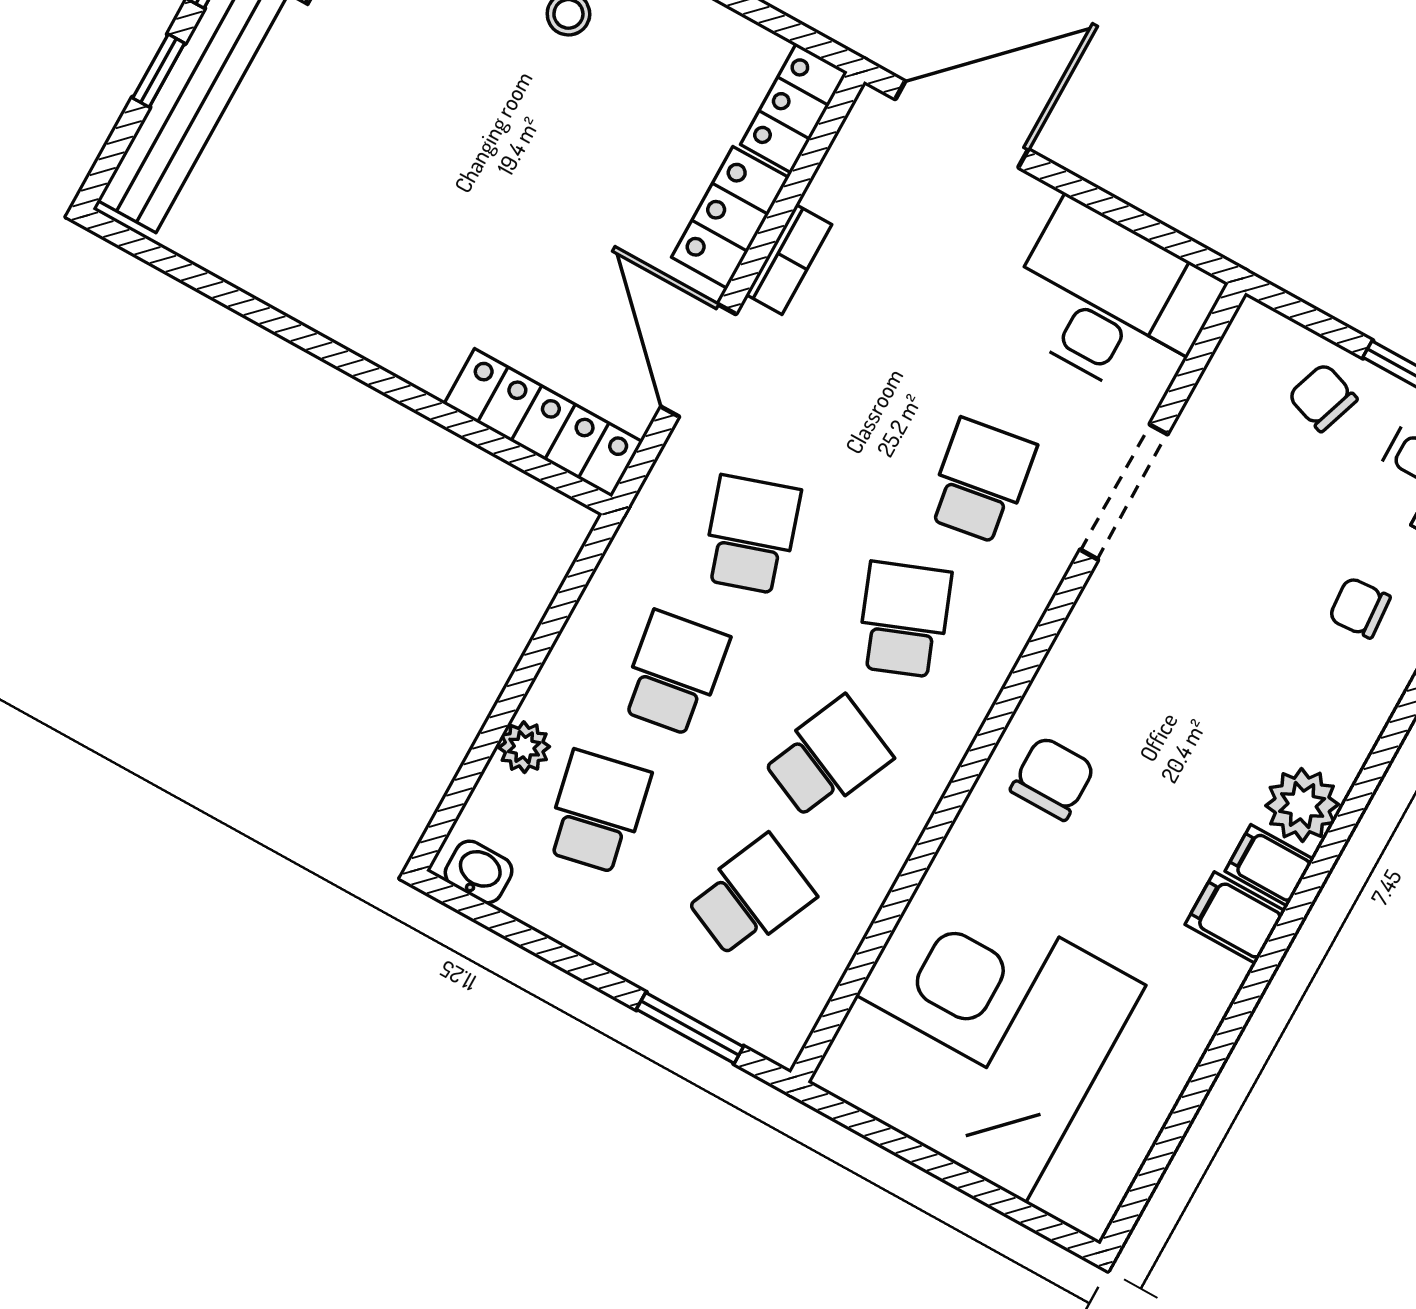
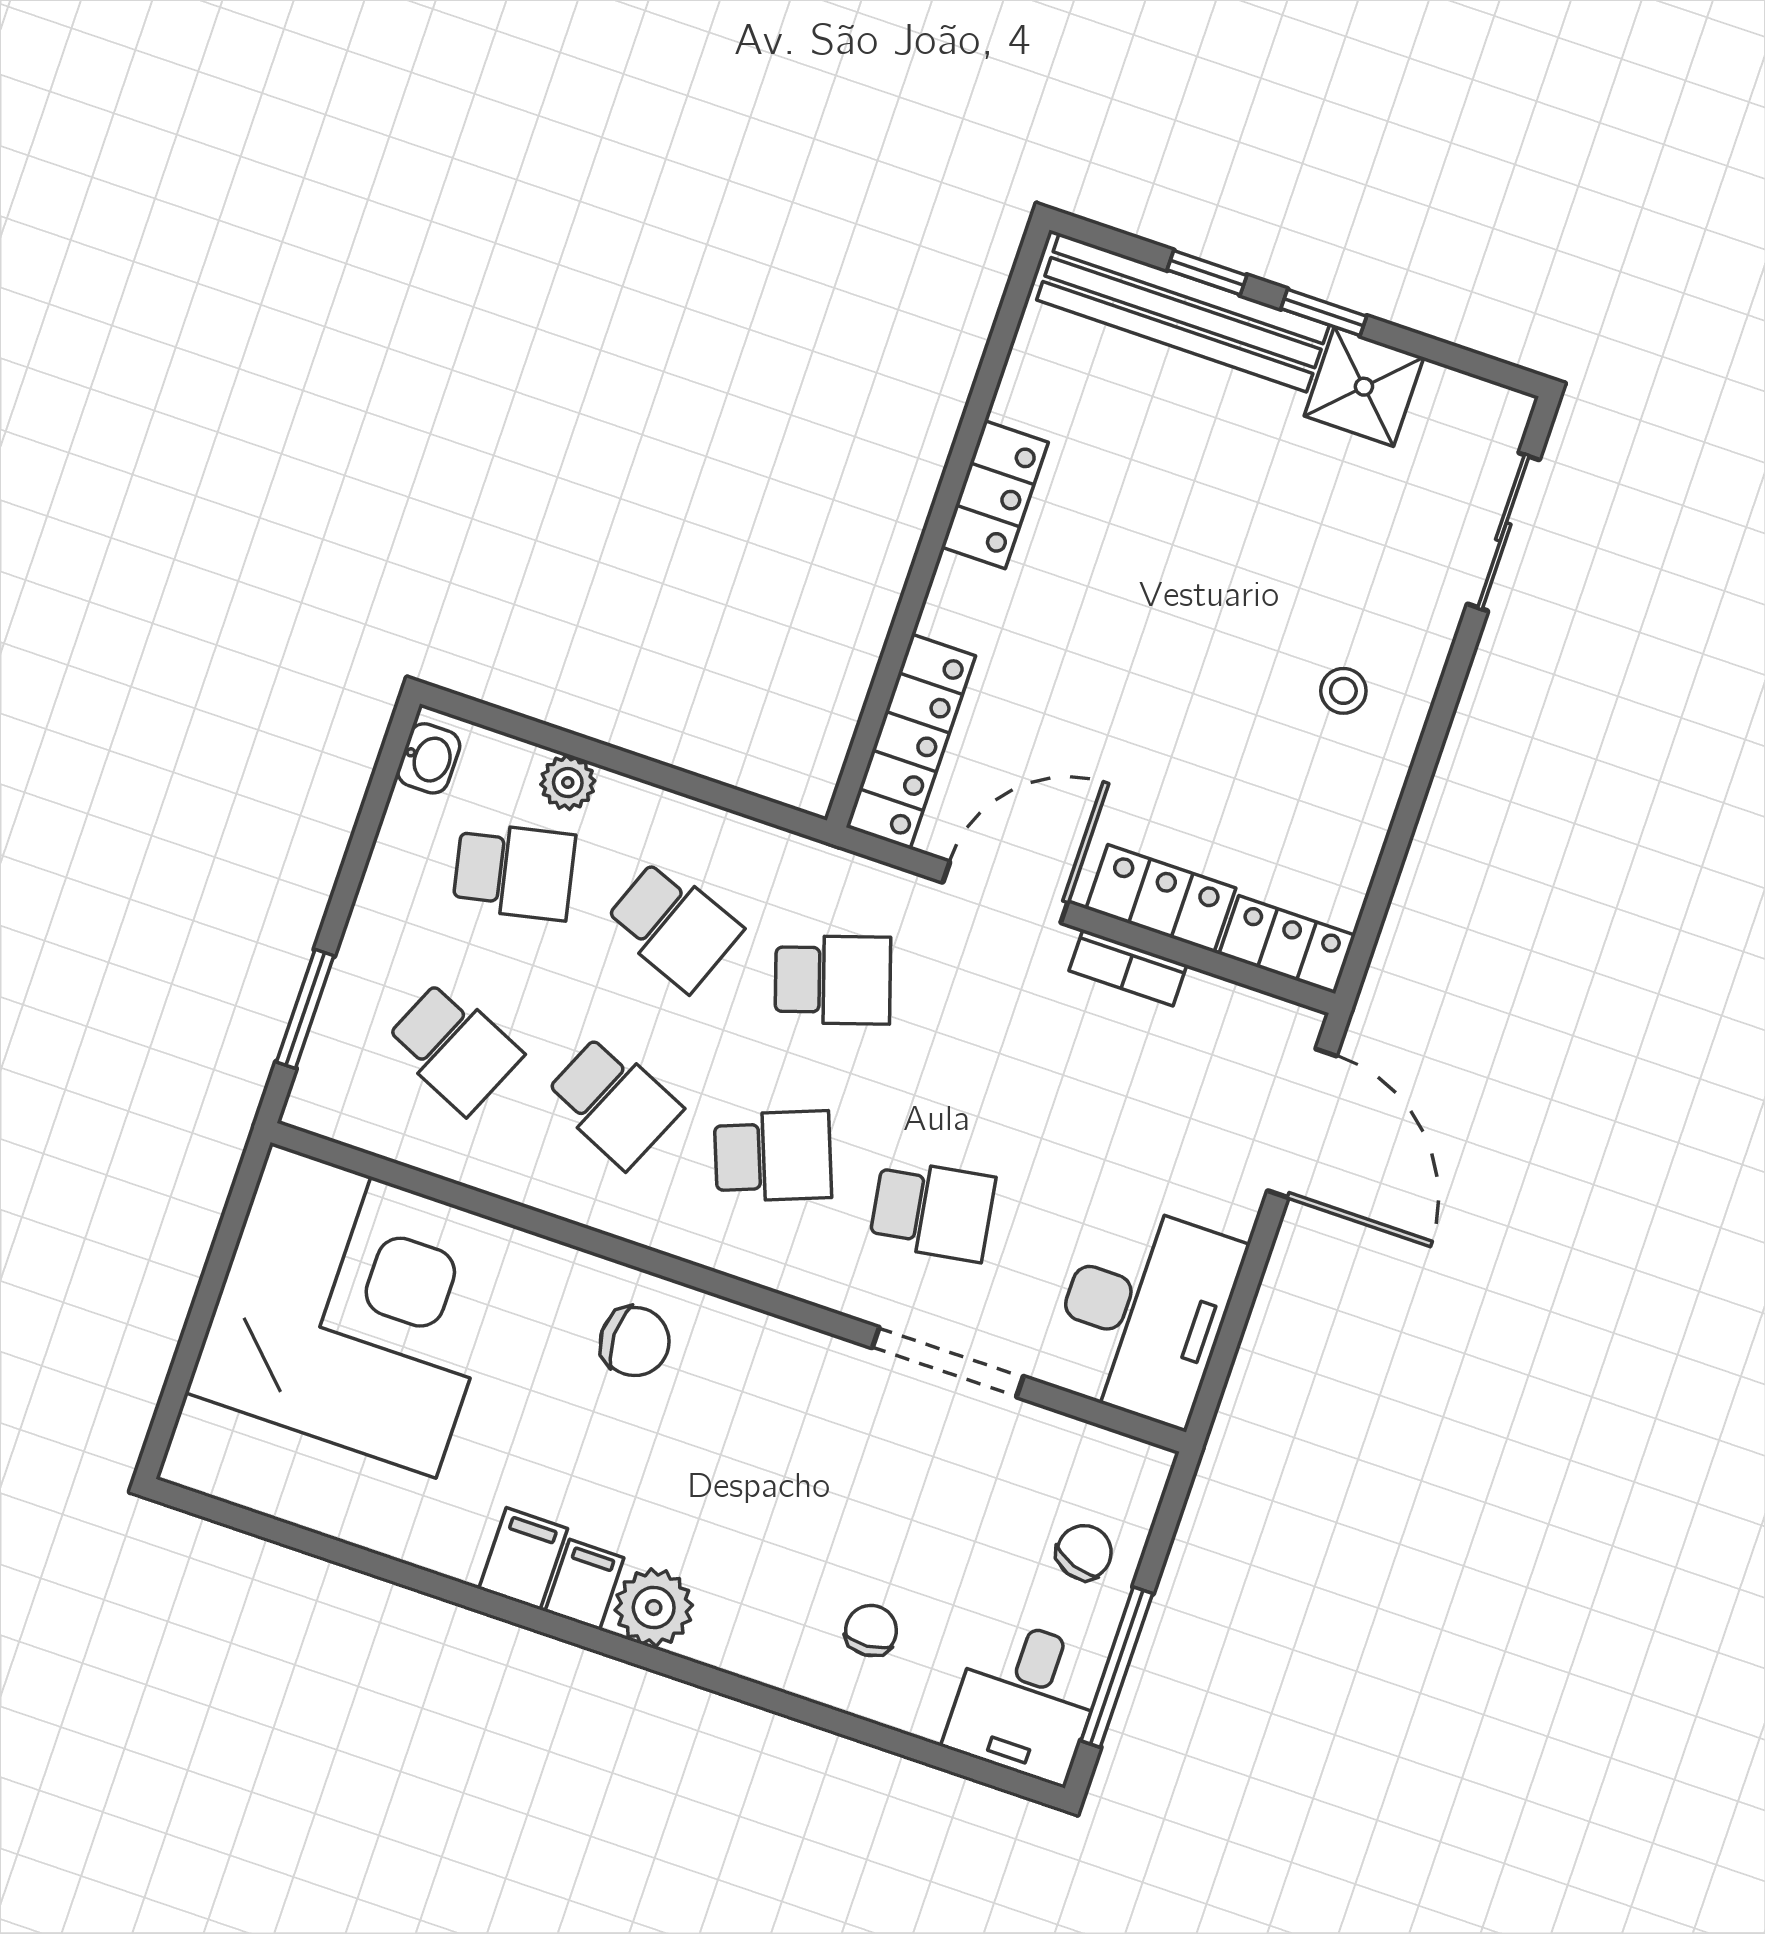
locker: (329, 304) -> (995, 495), added
school desk: (674, 673) -> (673, 926), turned 30

